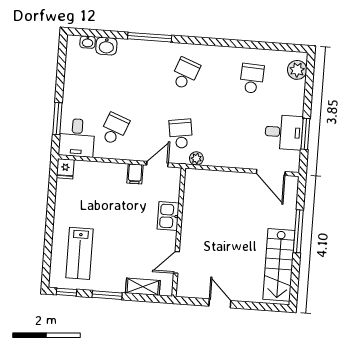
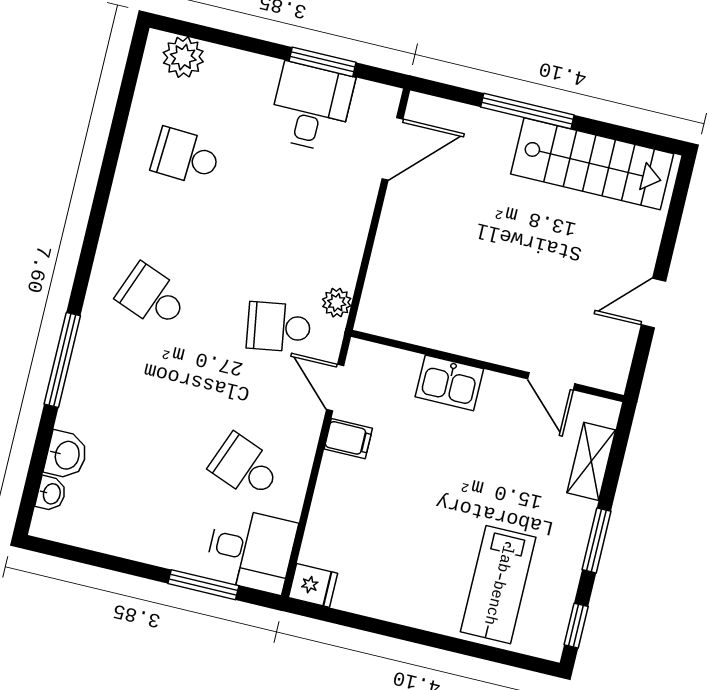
lab bench: (80, 253) -> (498, 585), turned 90

